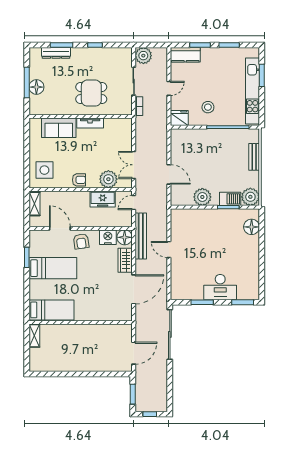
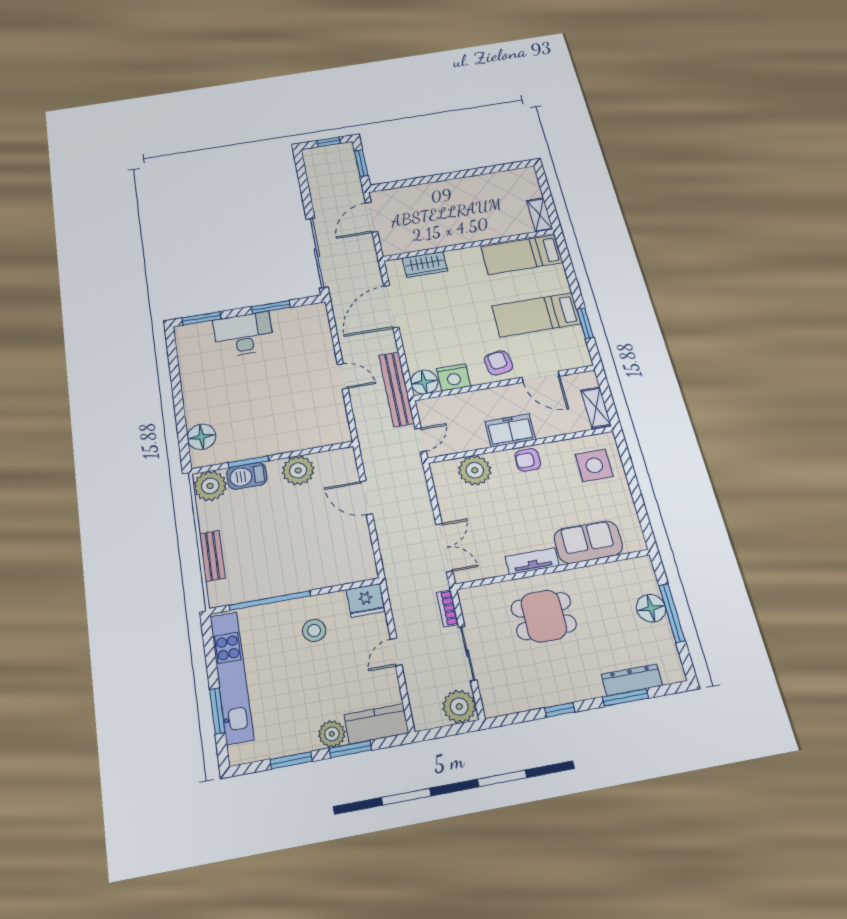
plant: (208, 54) -> (332, 734), added
double door: (134, 165) -> (444, 548), moved
freezer: (103, 199) -> (510, 430), moved
wardrobe: (125, 260) -> (425, 264), moved, turned 90

